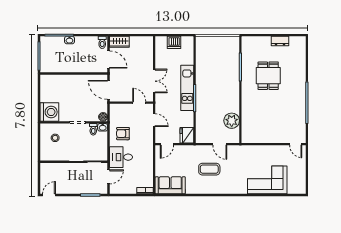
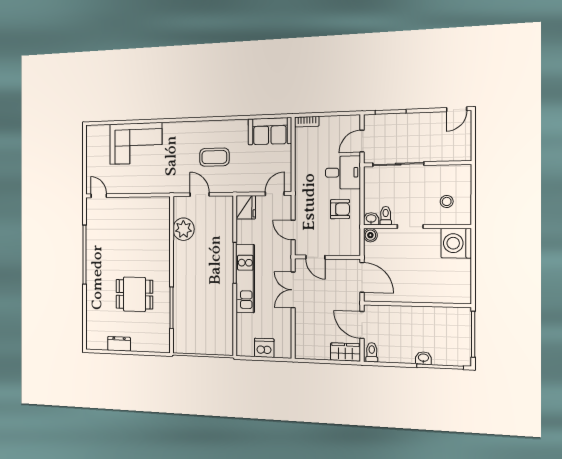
dining table: (268, 76) -> (134, 294), turned 90

